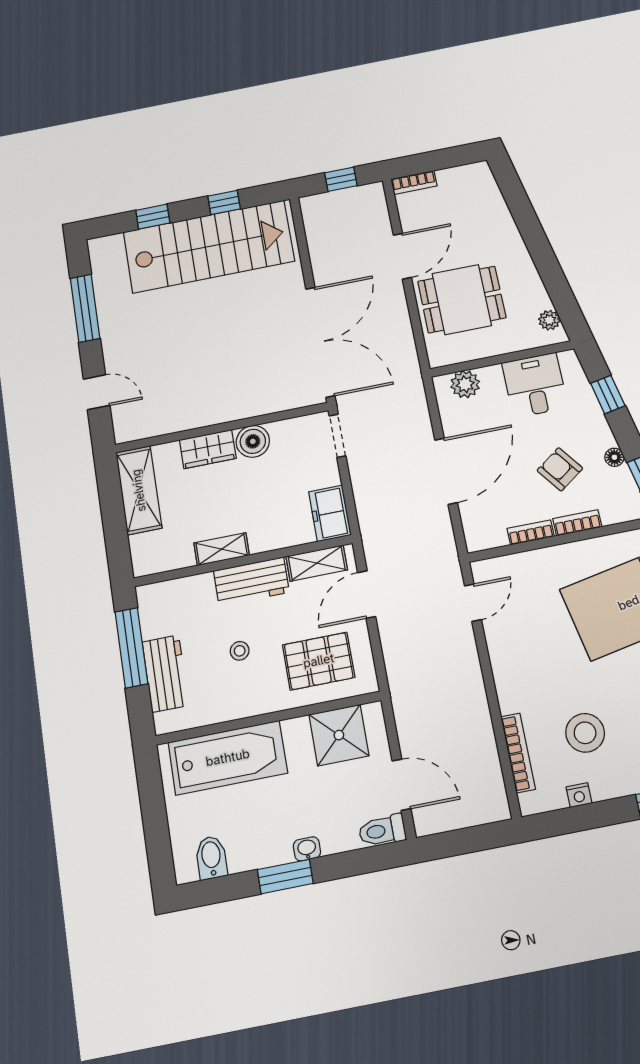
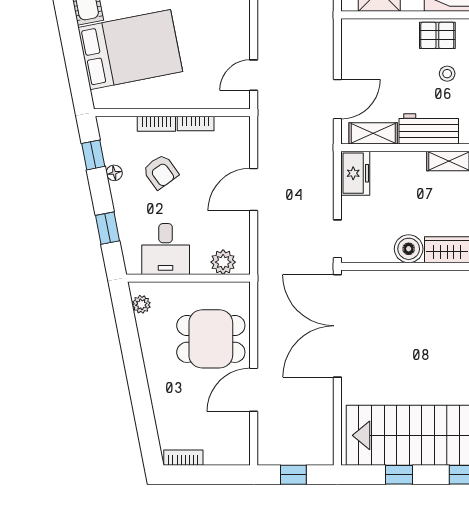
bookcase: (414, 182) -> (183, 458), moved
door: (446, 471) -> (254, 190), width x0.73
pallet: (319, 661) -> (437, 35), moved, width x0.67, depth x0.71

